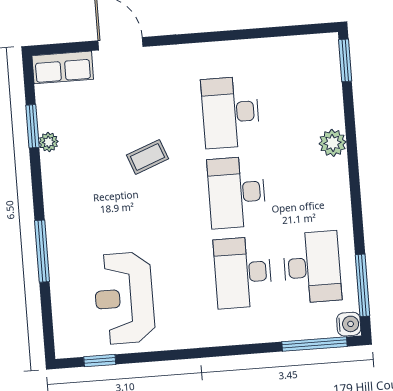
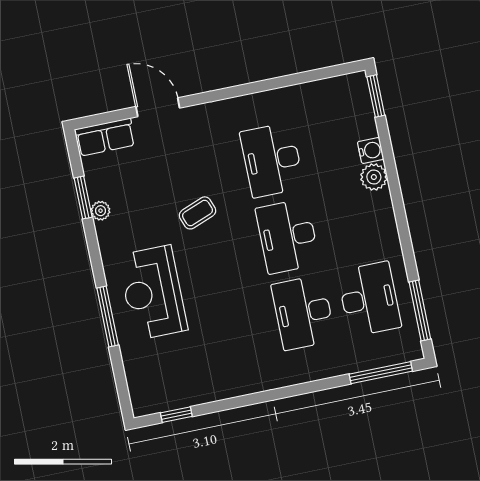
reception desk: (124, 298) -> (153, 293), moved
water cooler: (349, 324) -> (371, 150), moved

